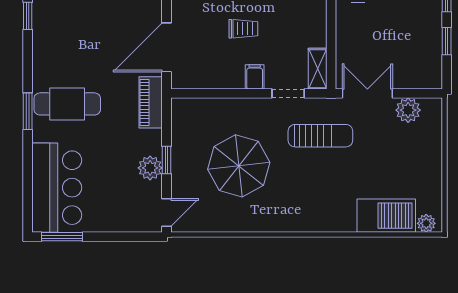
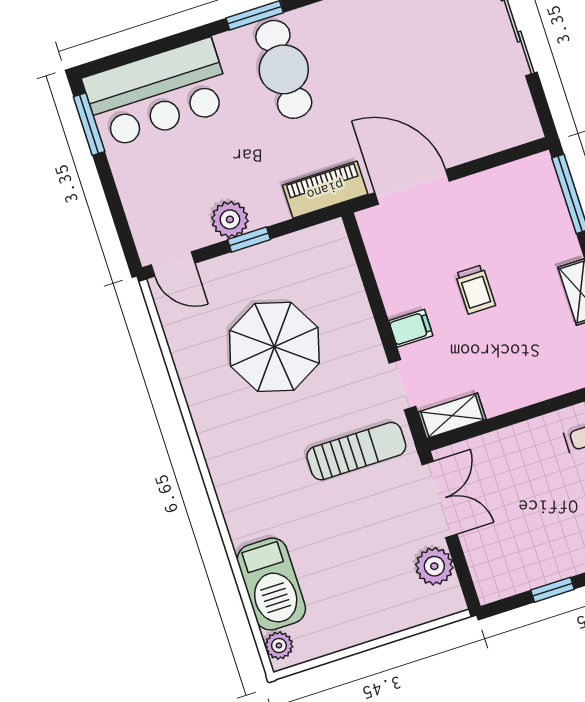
sun lounger: (320, 136) -> (356, 451), turned -90

